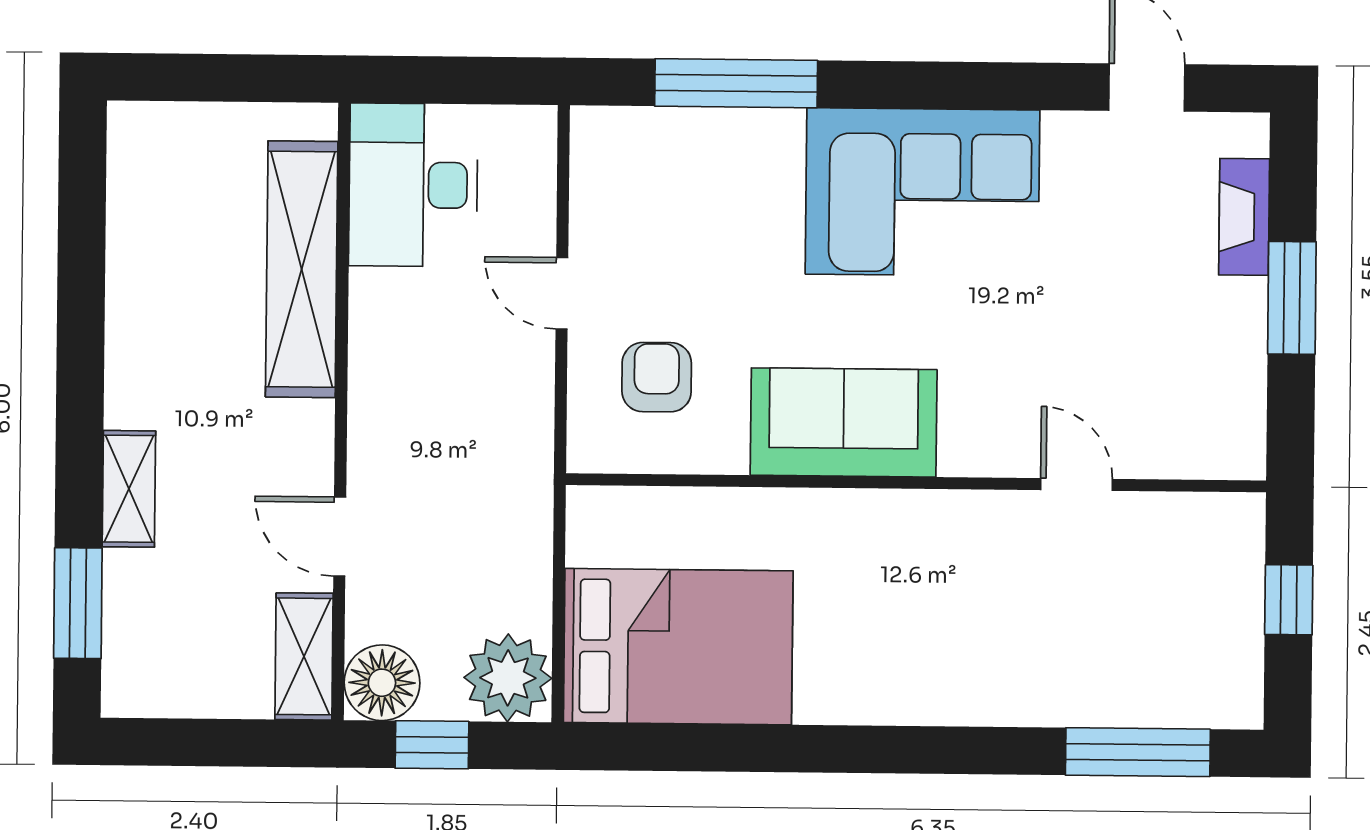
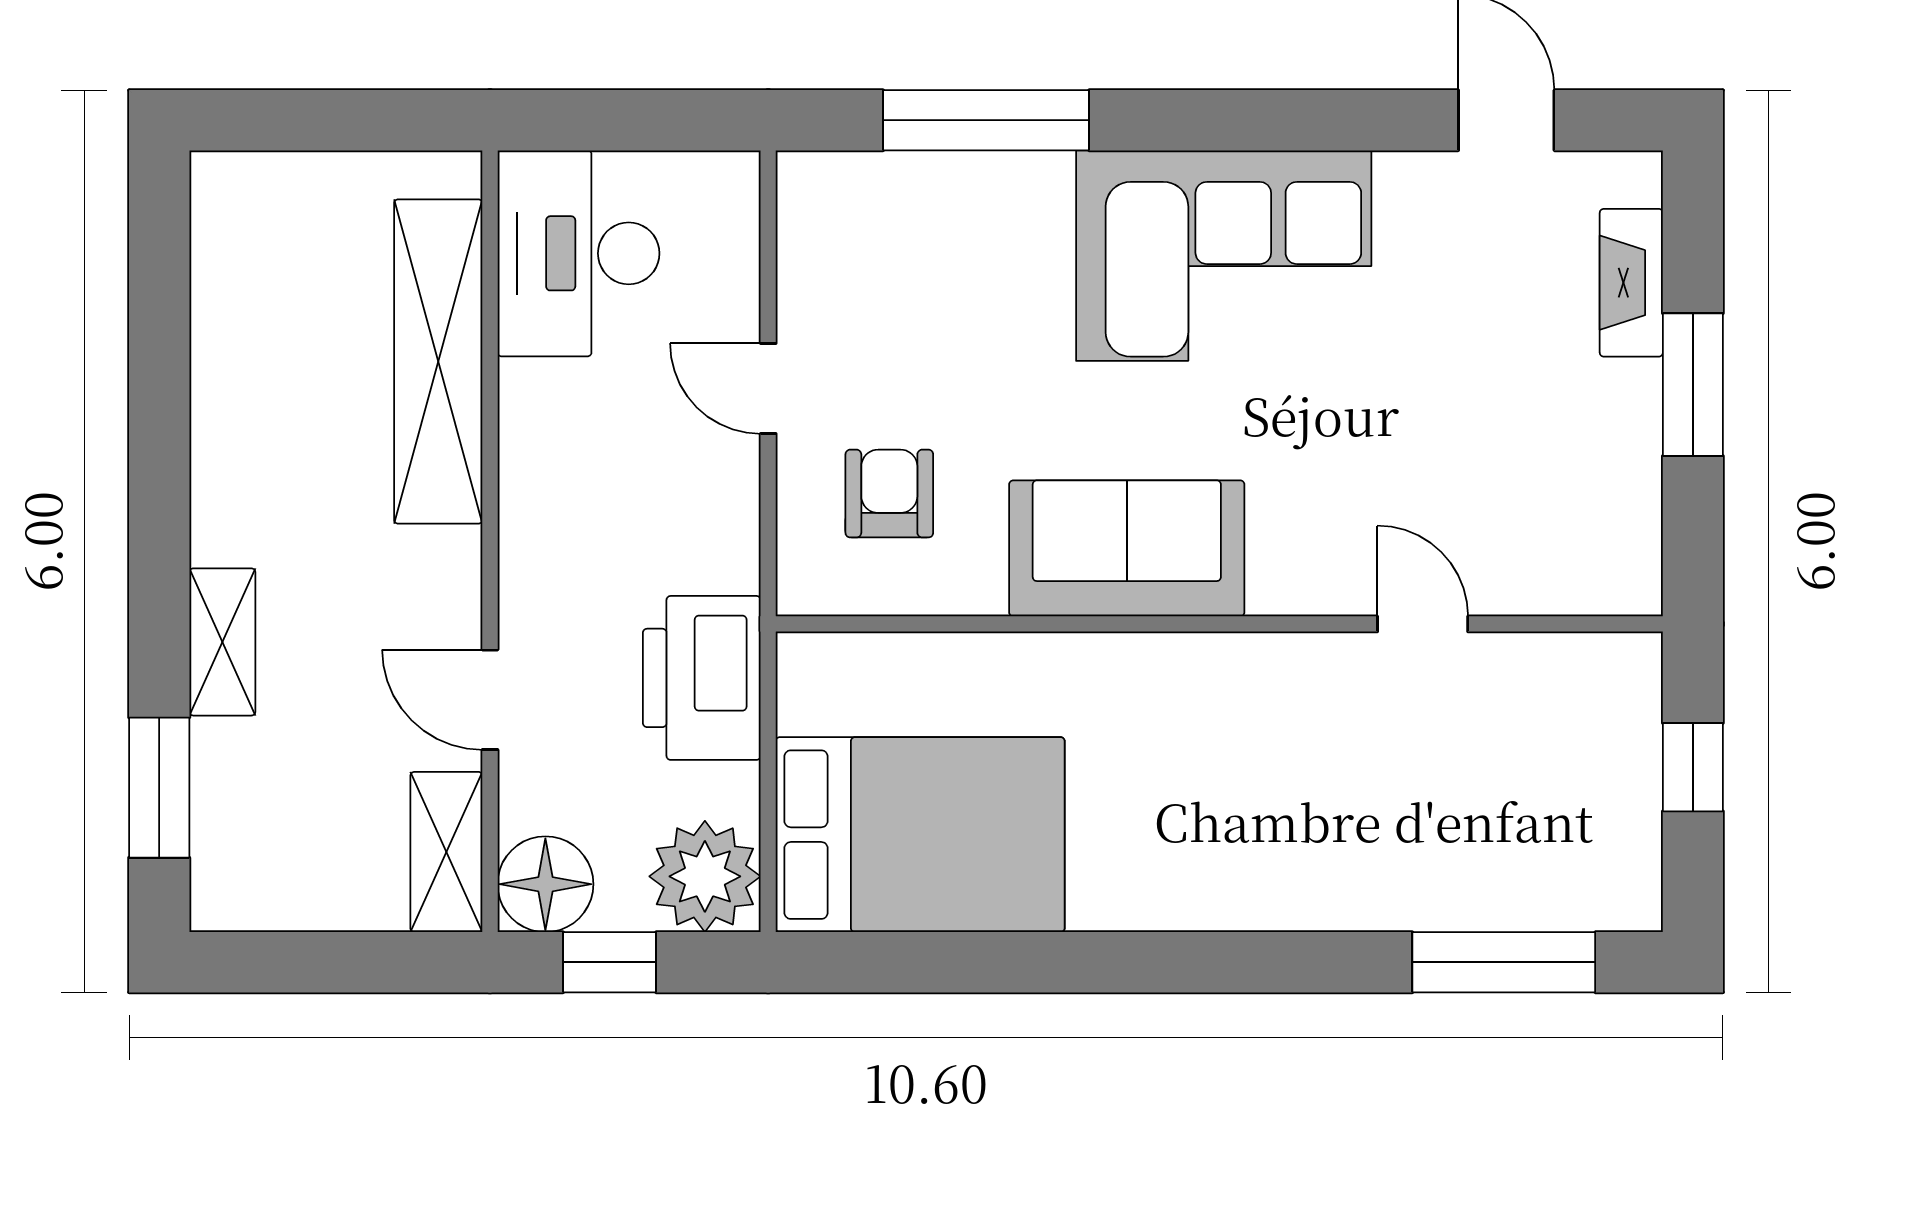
printer: (507, 521) -> (702, 678), added

